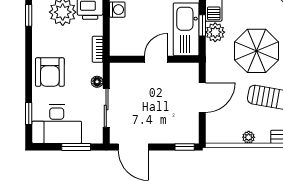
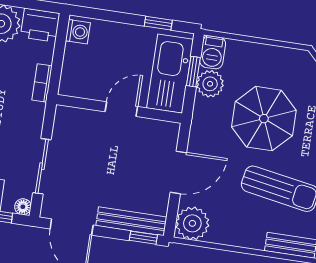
floor lamp: (97, 82) -> (23, 207), moved
bench: (175, 137) -> (131, 221), added
plant: (249, 137) -> (192, 223), moved, width x1.88, depth x1.88

